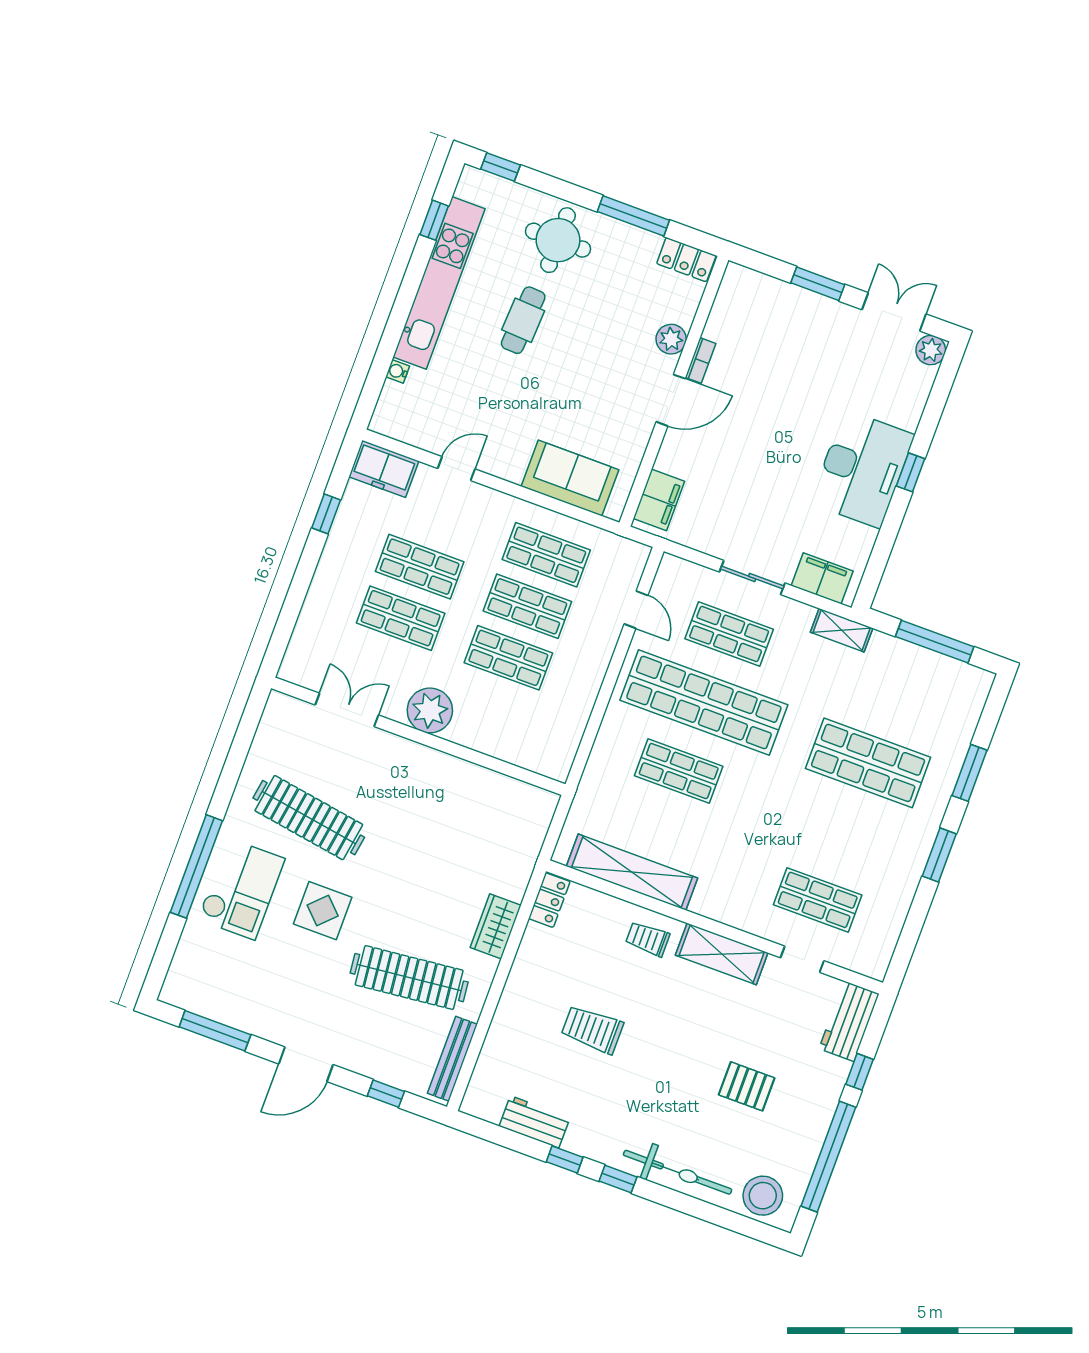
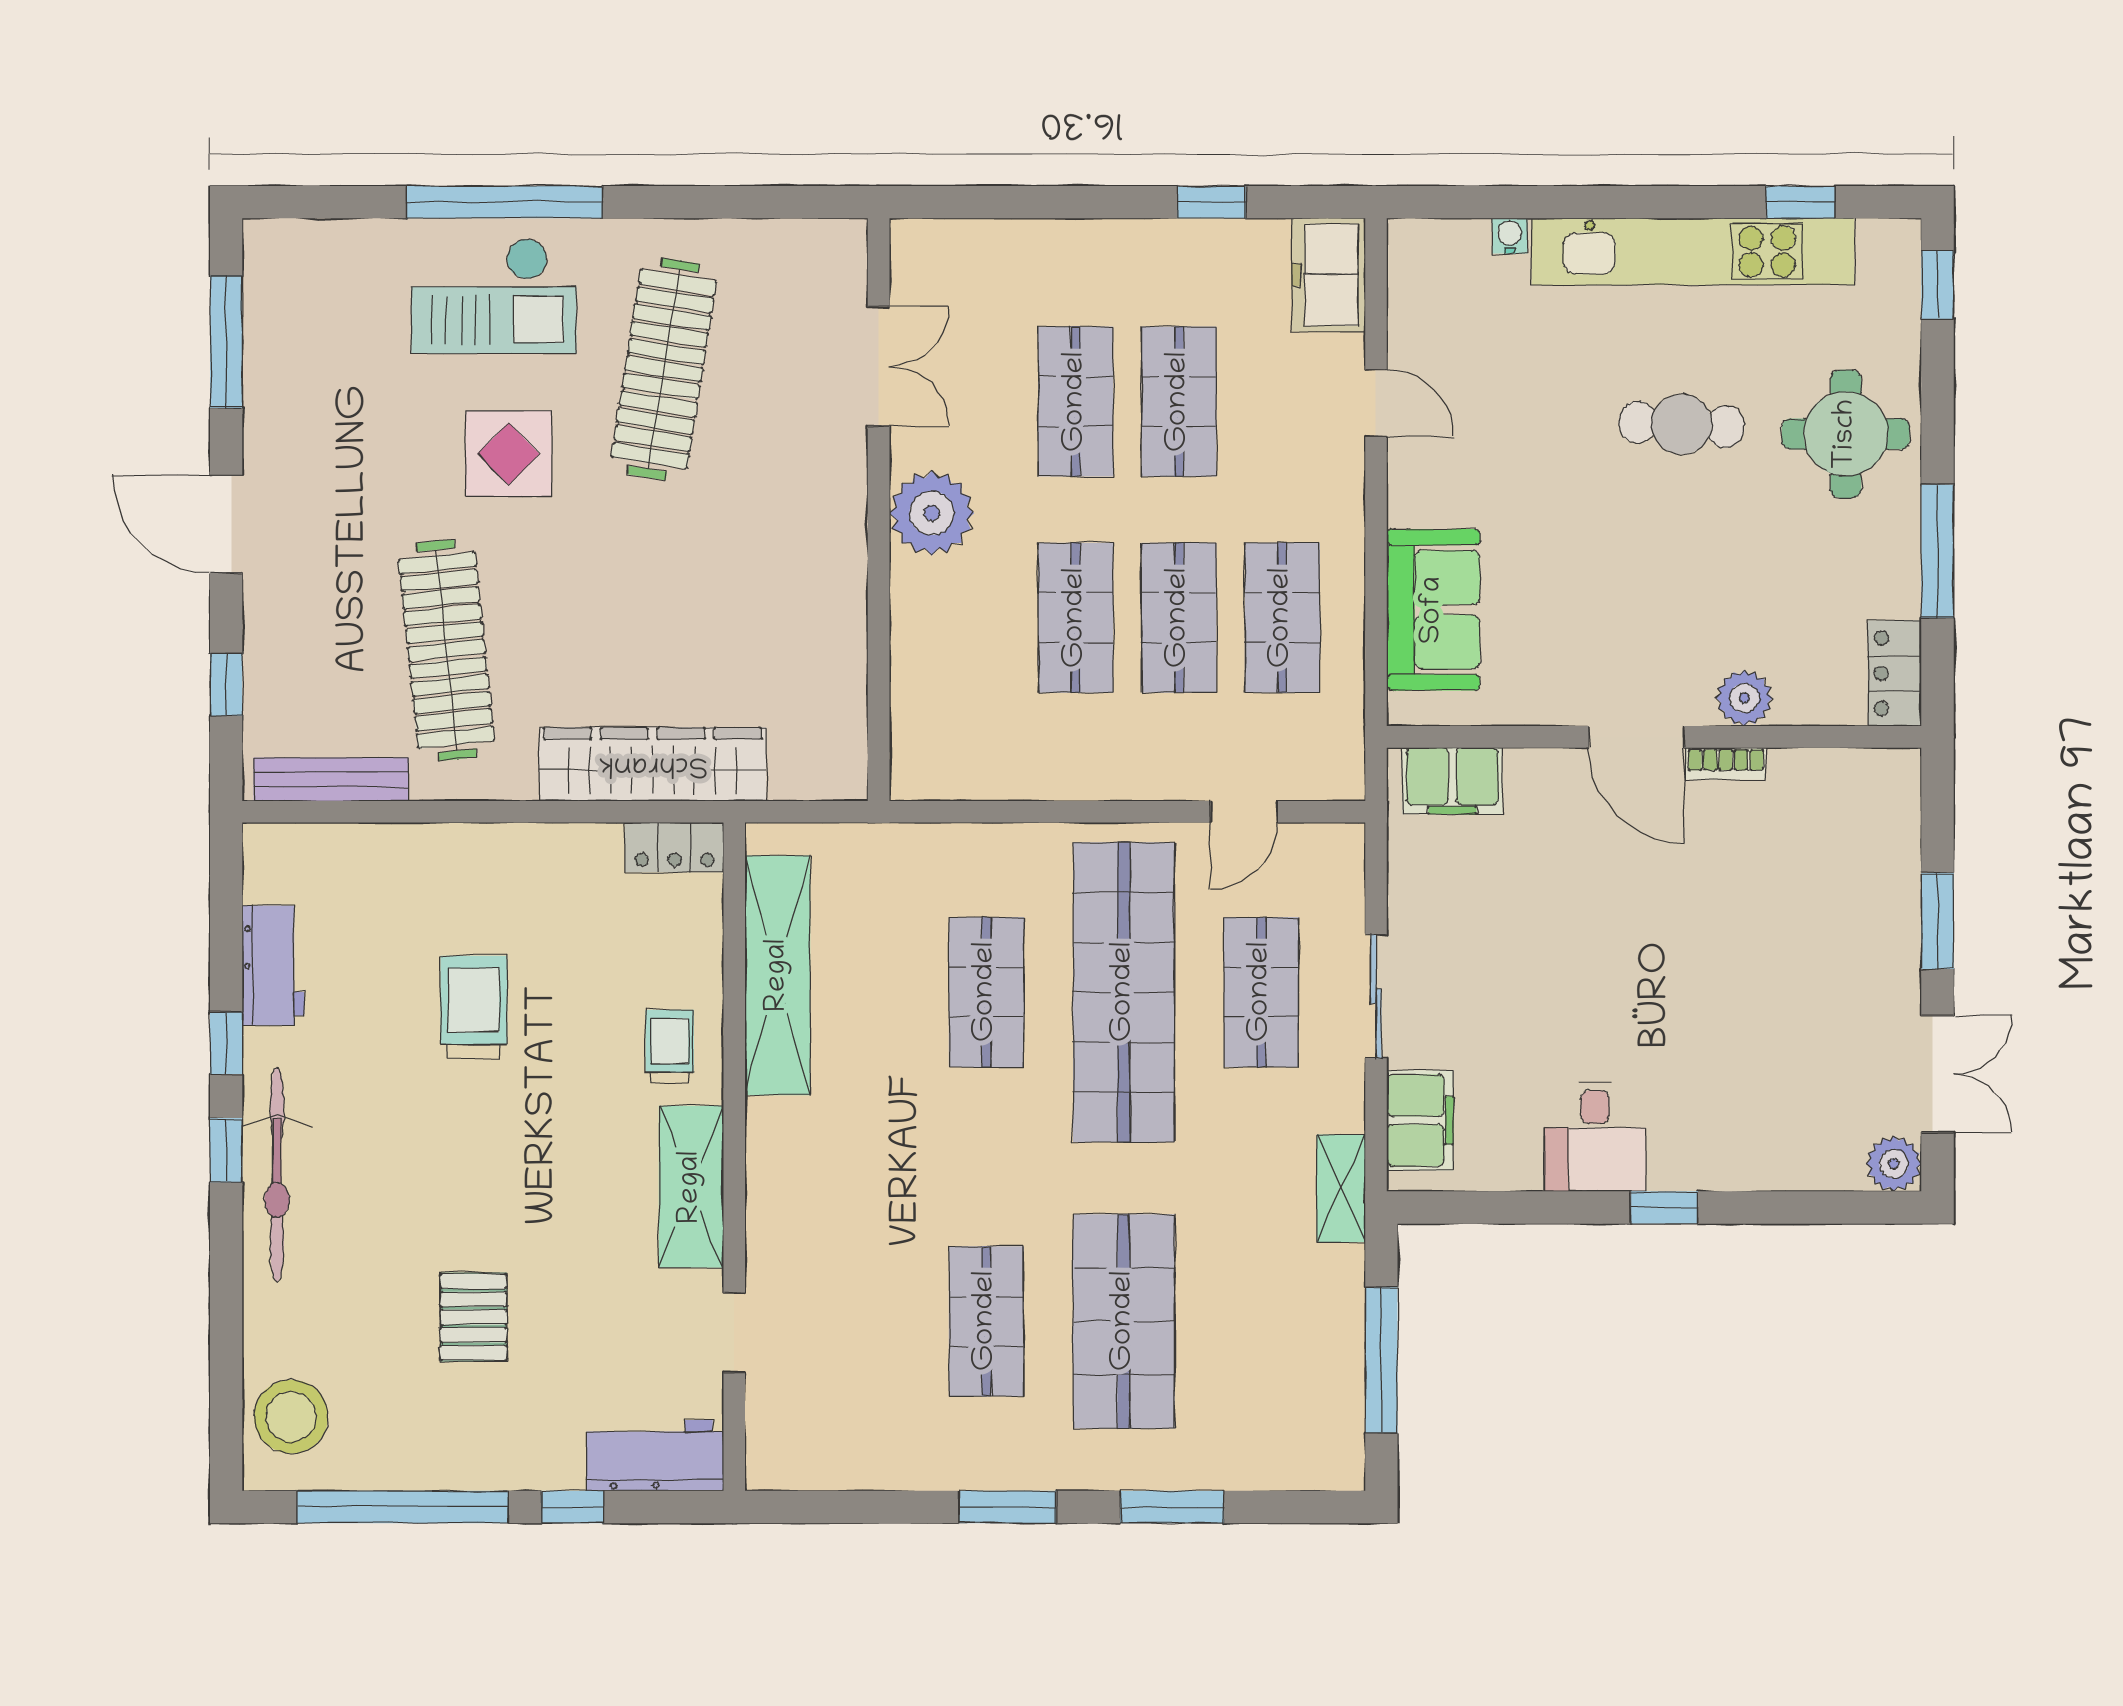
desk: (862, 469) -> (1595, 1137), width x0.53, depth x0.77
shop shelf: (818, 900) -> (986, 1321), moved
wardrobe: (496, 926) -> (653, 764), width x2.10, depth x1.17
bicycle: (678, 1172) -> (277, 1174), moved

